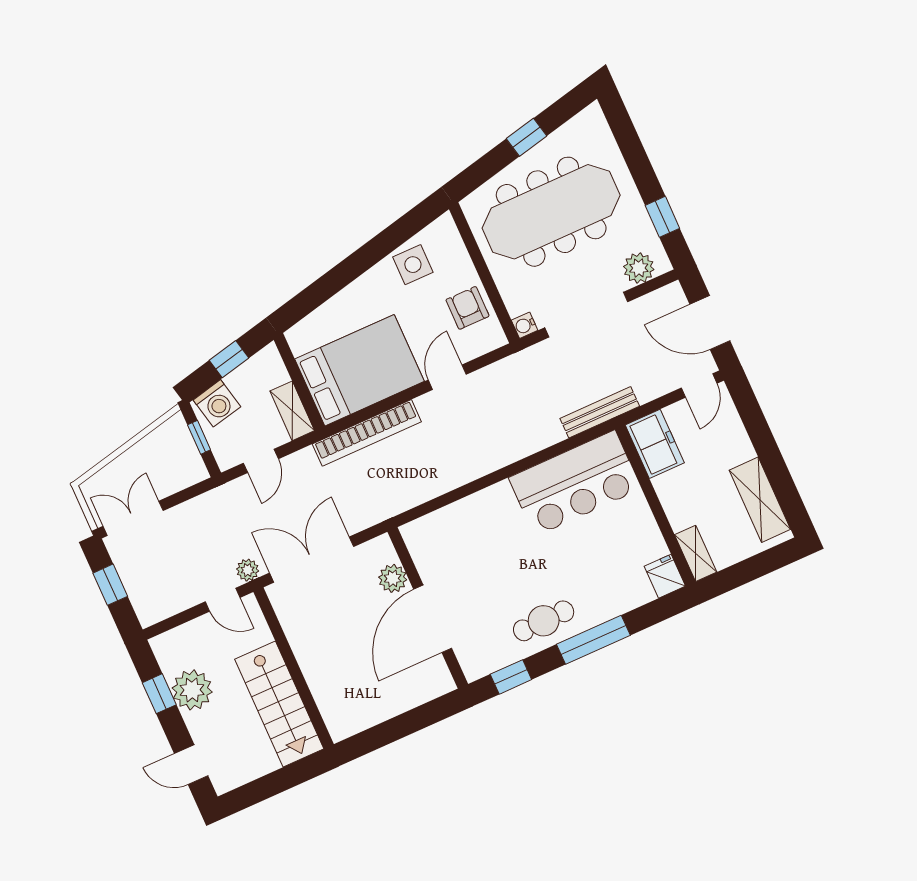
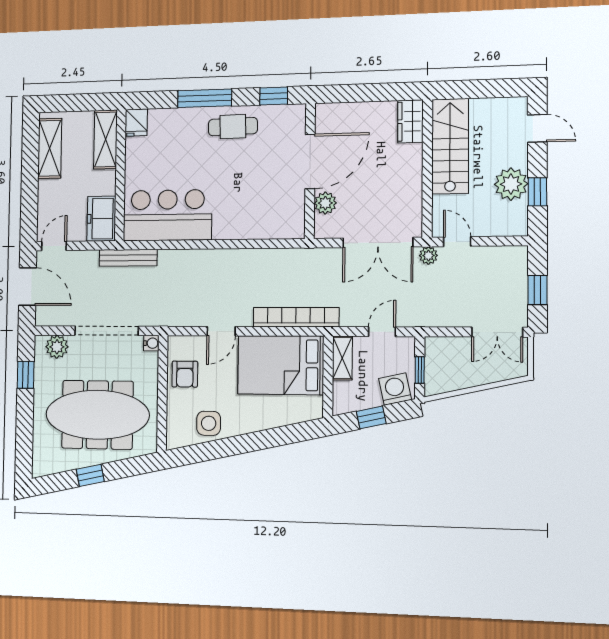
shelving: (696, 553) -> (106, 139), width x1.50, depth x1.33
wardrobe: (337, 713) -> (410, 121), added

